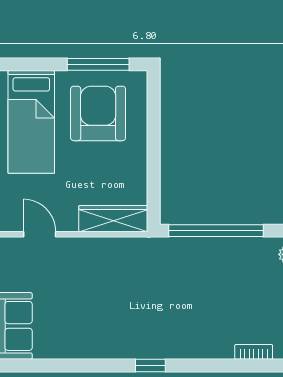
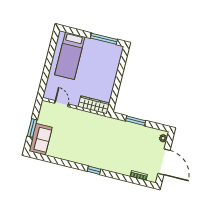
armchair: (98, 113) -> (99, 59), removed
window: (216, 231) -> (136, 121), width x0.47

